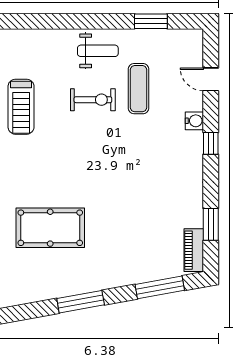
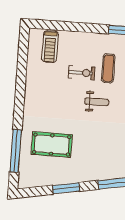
weight bench: (98, 51) -> (97, 102), moved
treadmill: (21, 107) -> (50, 46), moved

